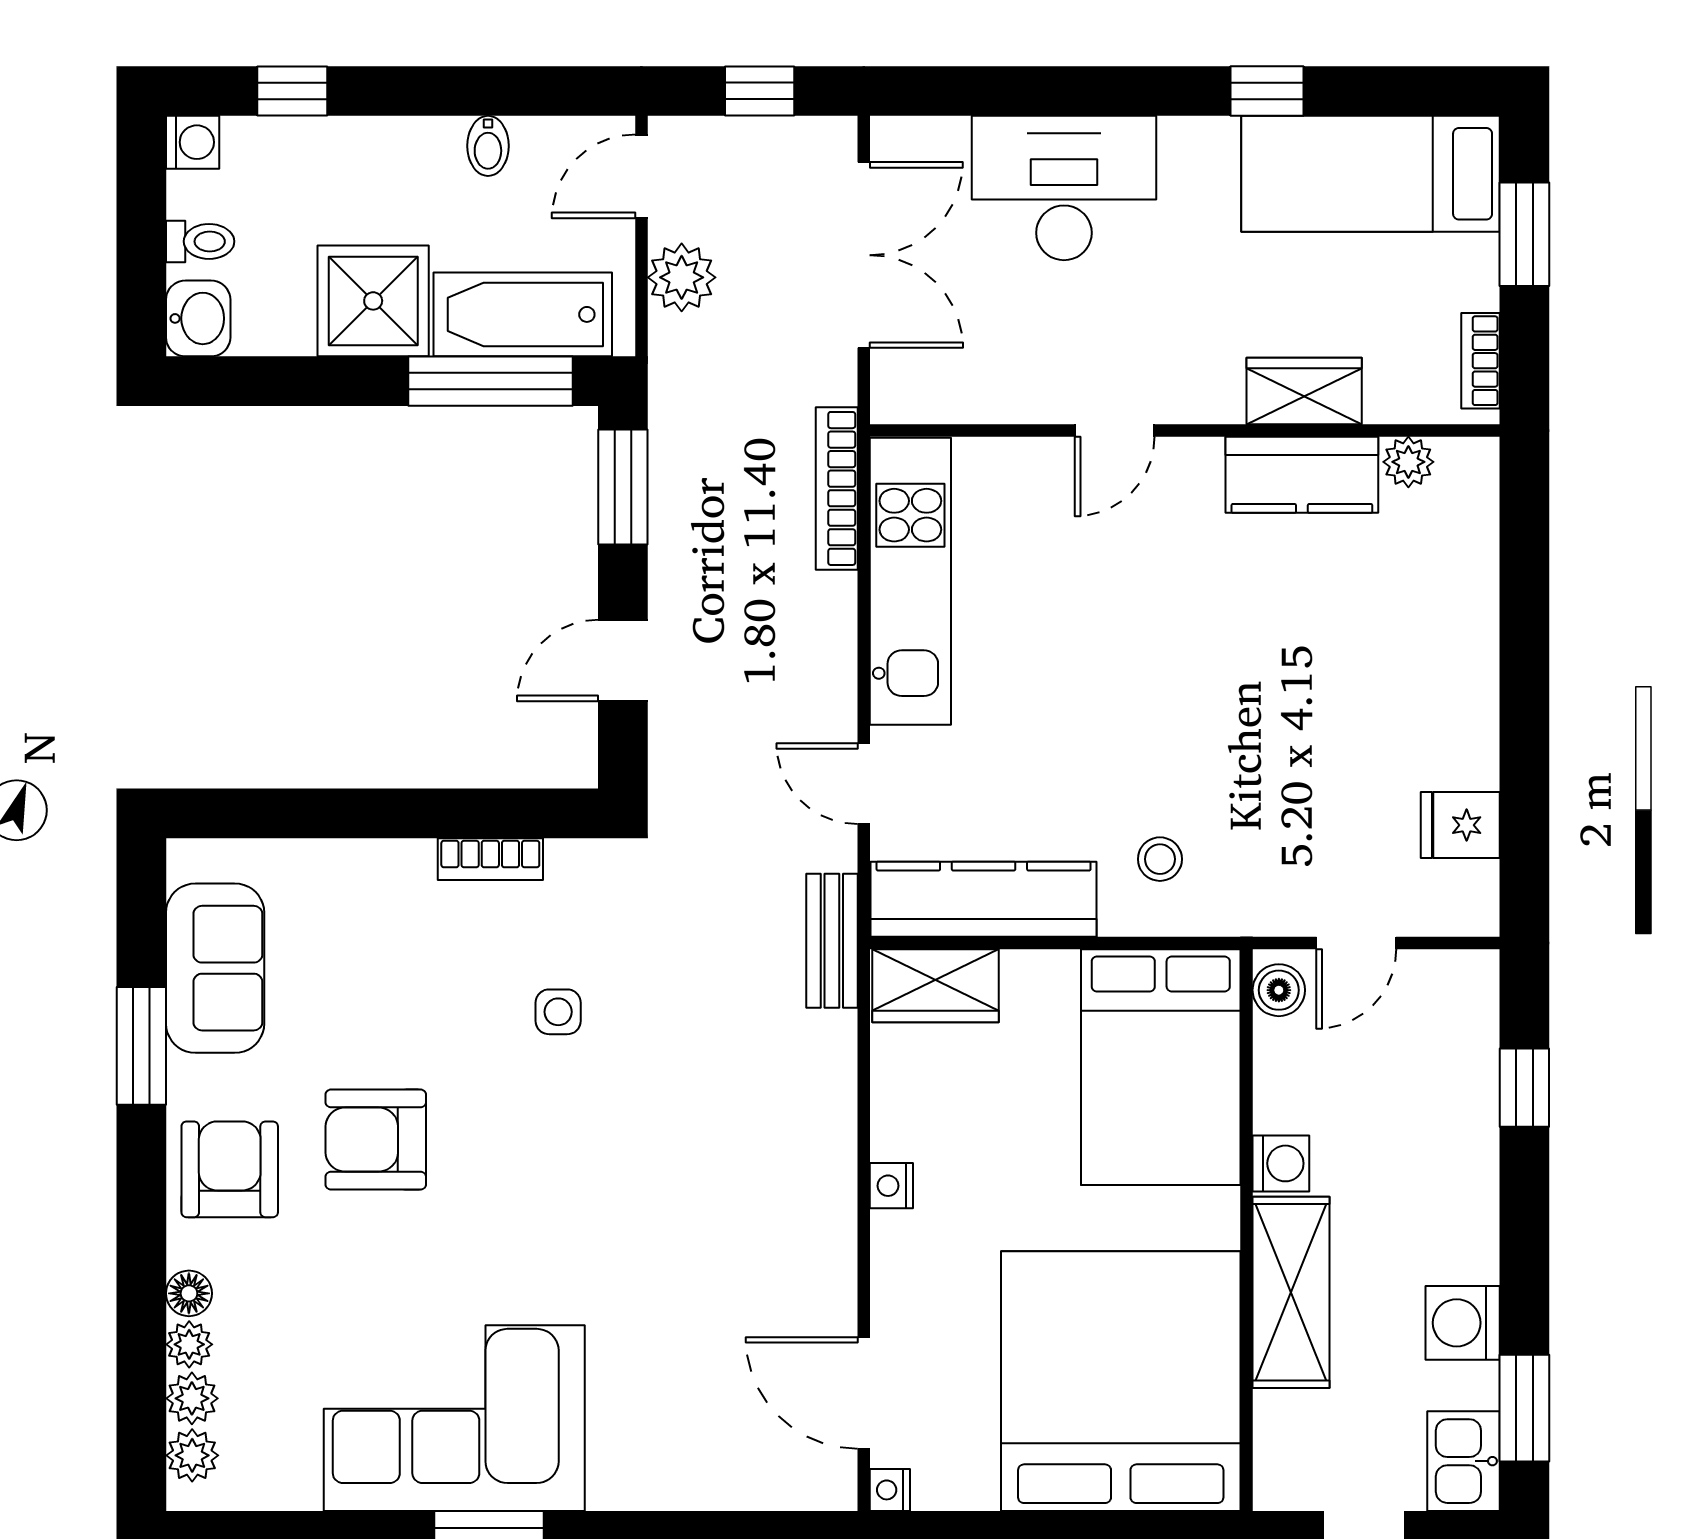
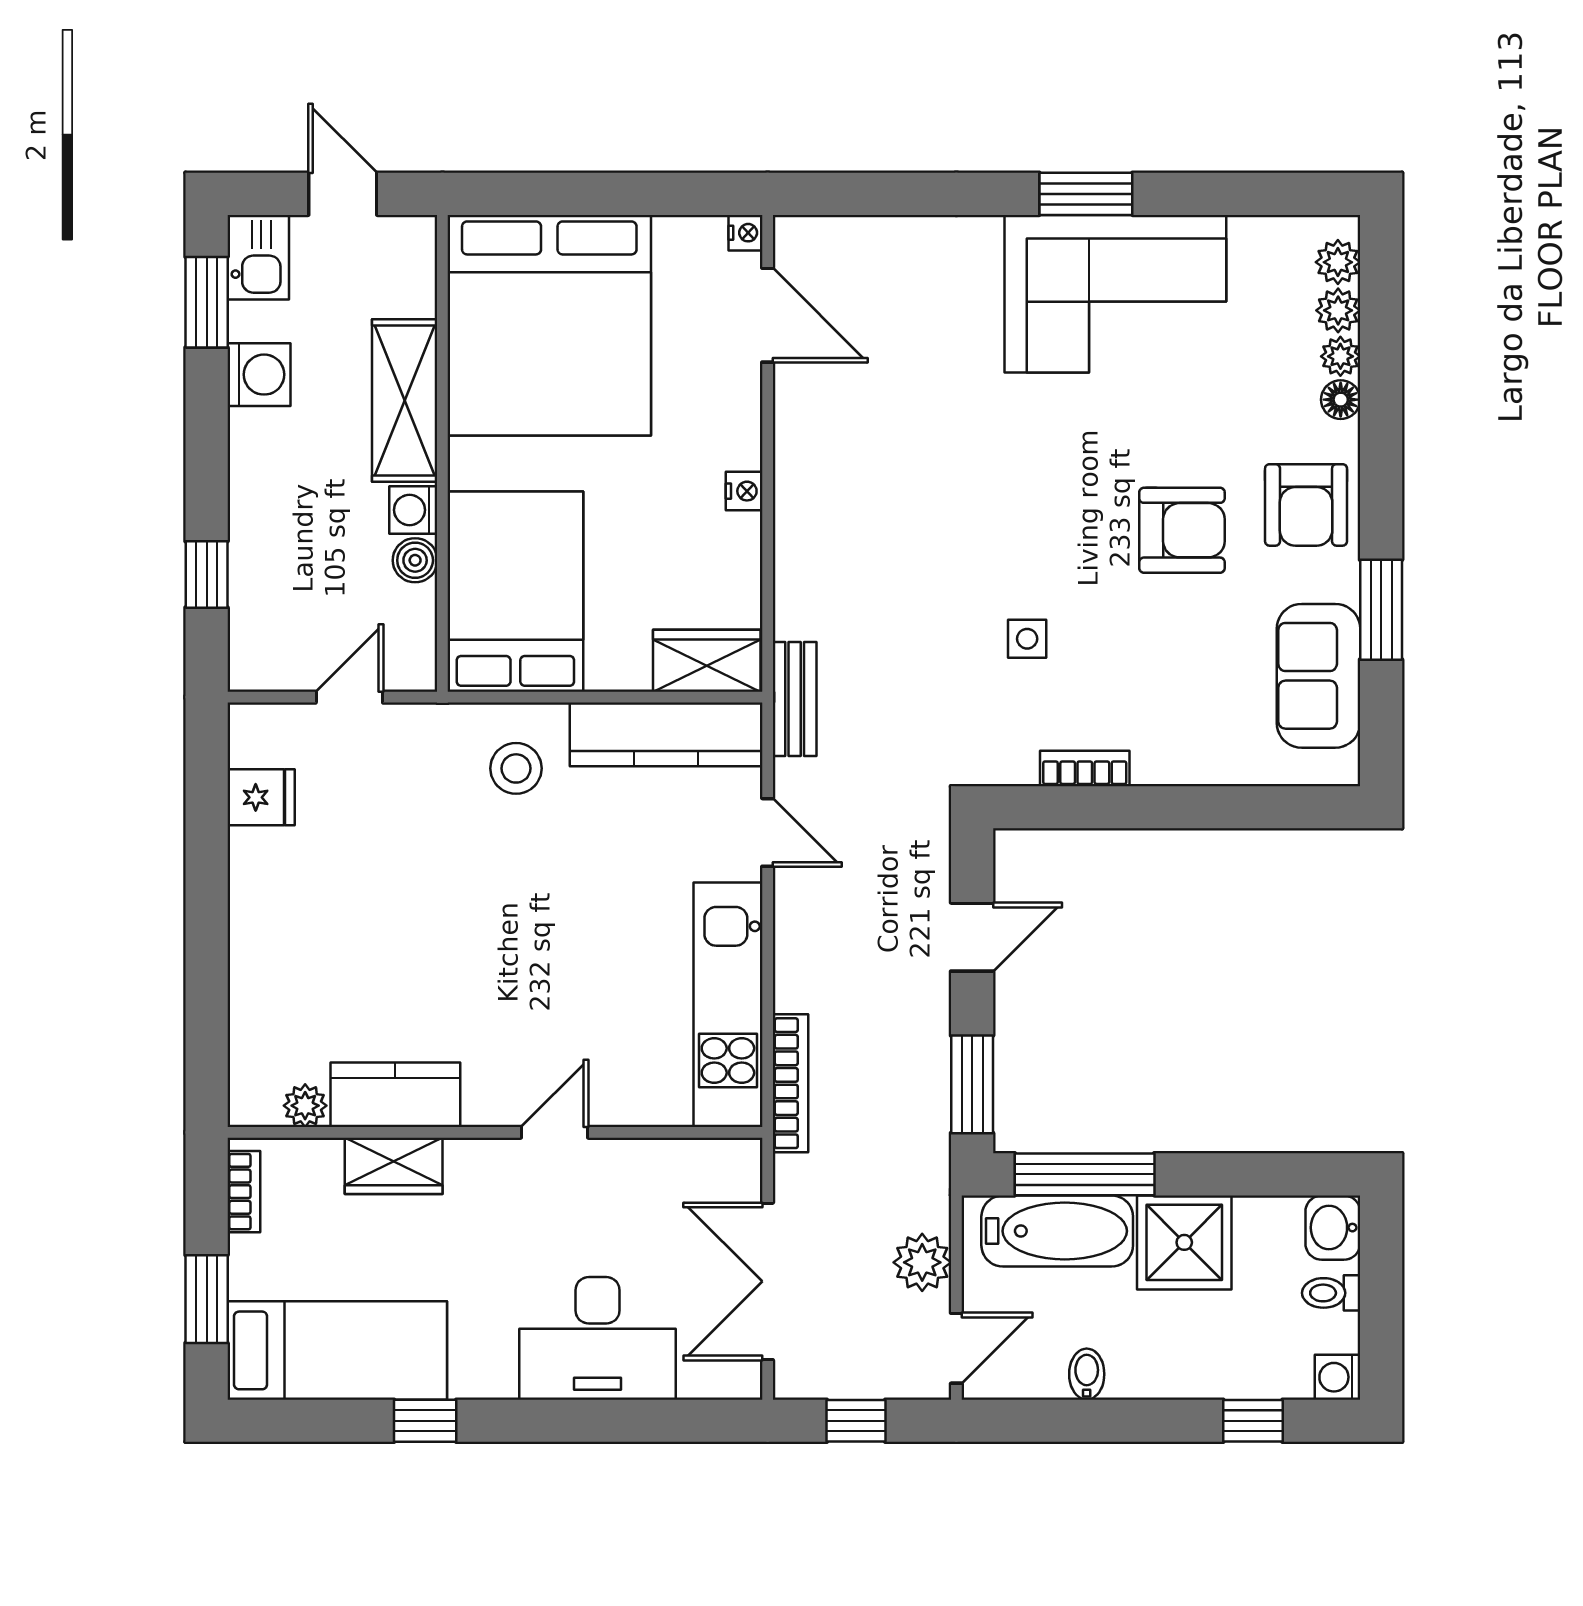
stool: (1160, 859) -> (516, 768), width x1.37, depth x1.37
boiler: (1279, 990) -> (415, 560), moved

